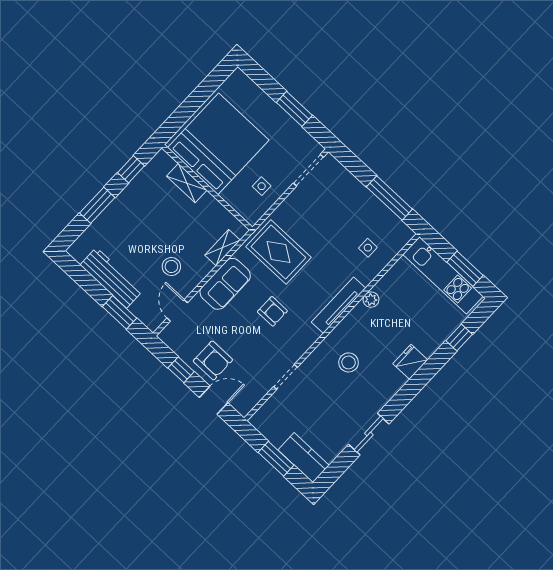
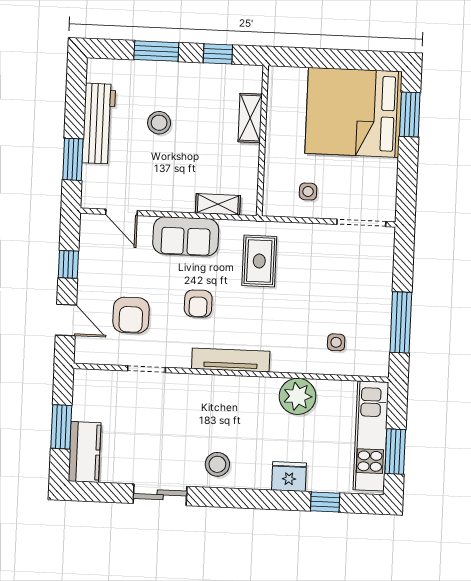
window: (294, 109) -> (410, 114), moved
bed: (218, 144) -> (354, 112), moved, turned 180
rug: (278, 252) -> (259, 261), width x0.73, depth x0.70
stool: (171, 267) -> (159, 123), moved
plant: (371, 300) -> (298, 396), width x1.87, depth x1.87
tv unit: (338, 305) -> (231, 360), moved
door: (177, 310) -> (122, 212), swing flipped
armchair: (213, 360) -> (131, 315), moved
stool: (349, 362) -> (217, 464), moved
fridge: (410, 362) -> (289, 477), moved

